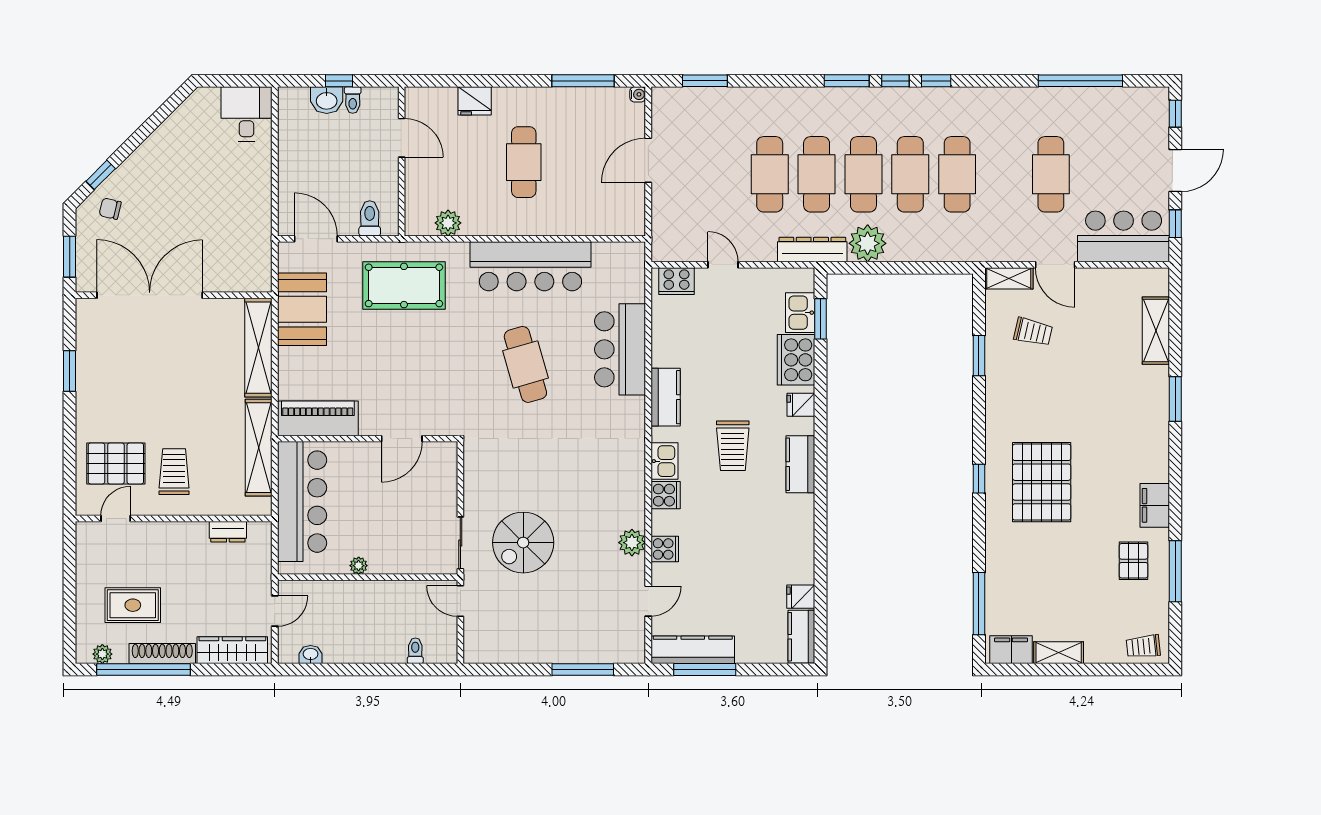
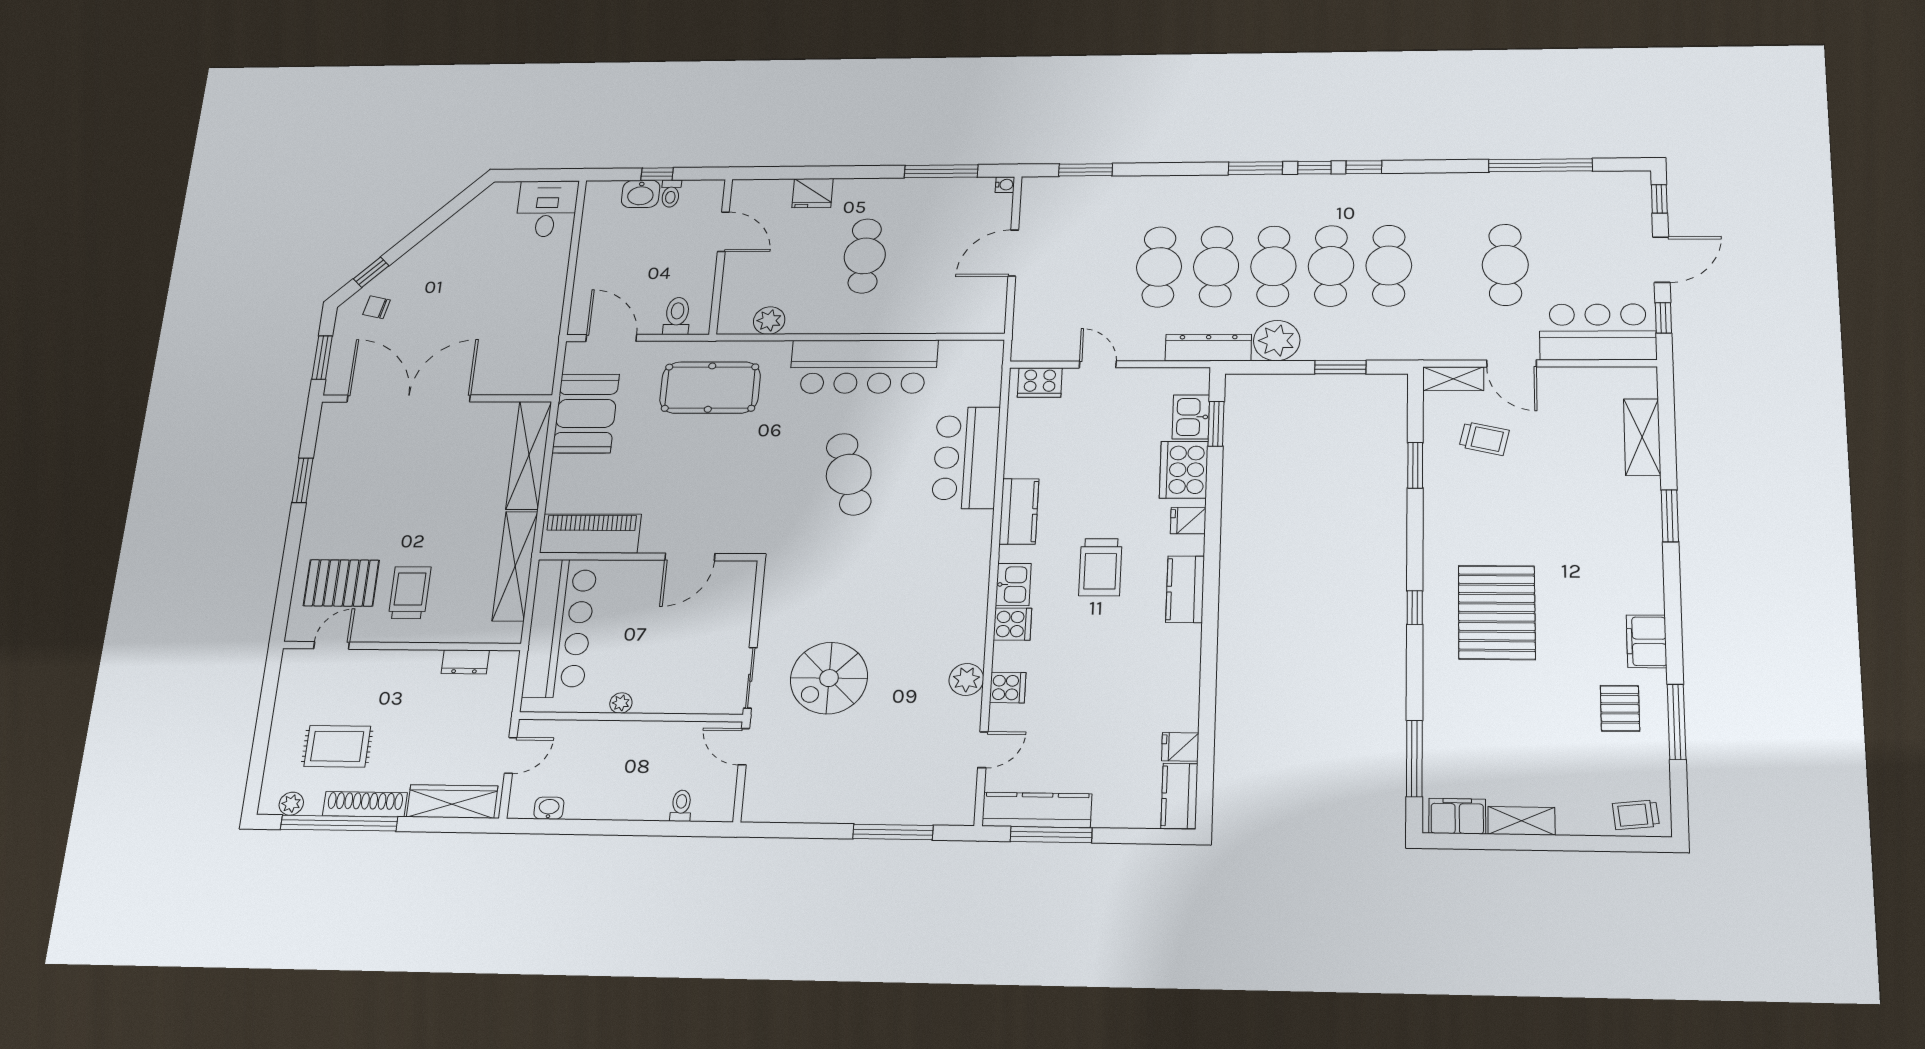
window: (919, 268) -> (1340, 367), added

